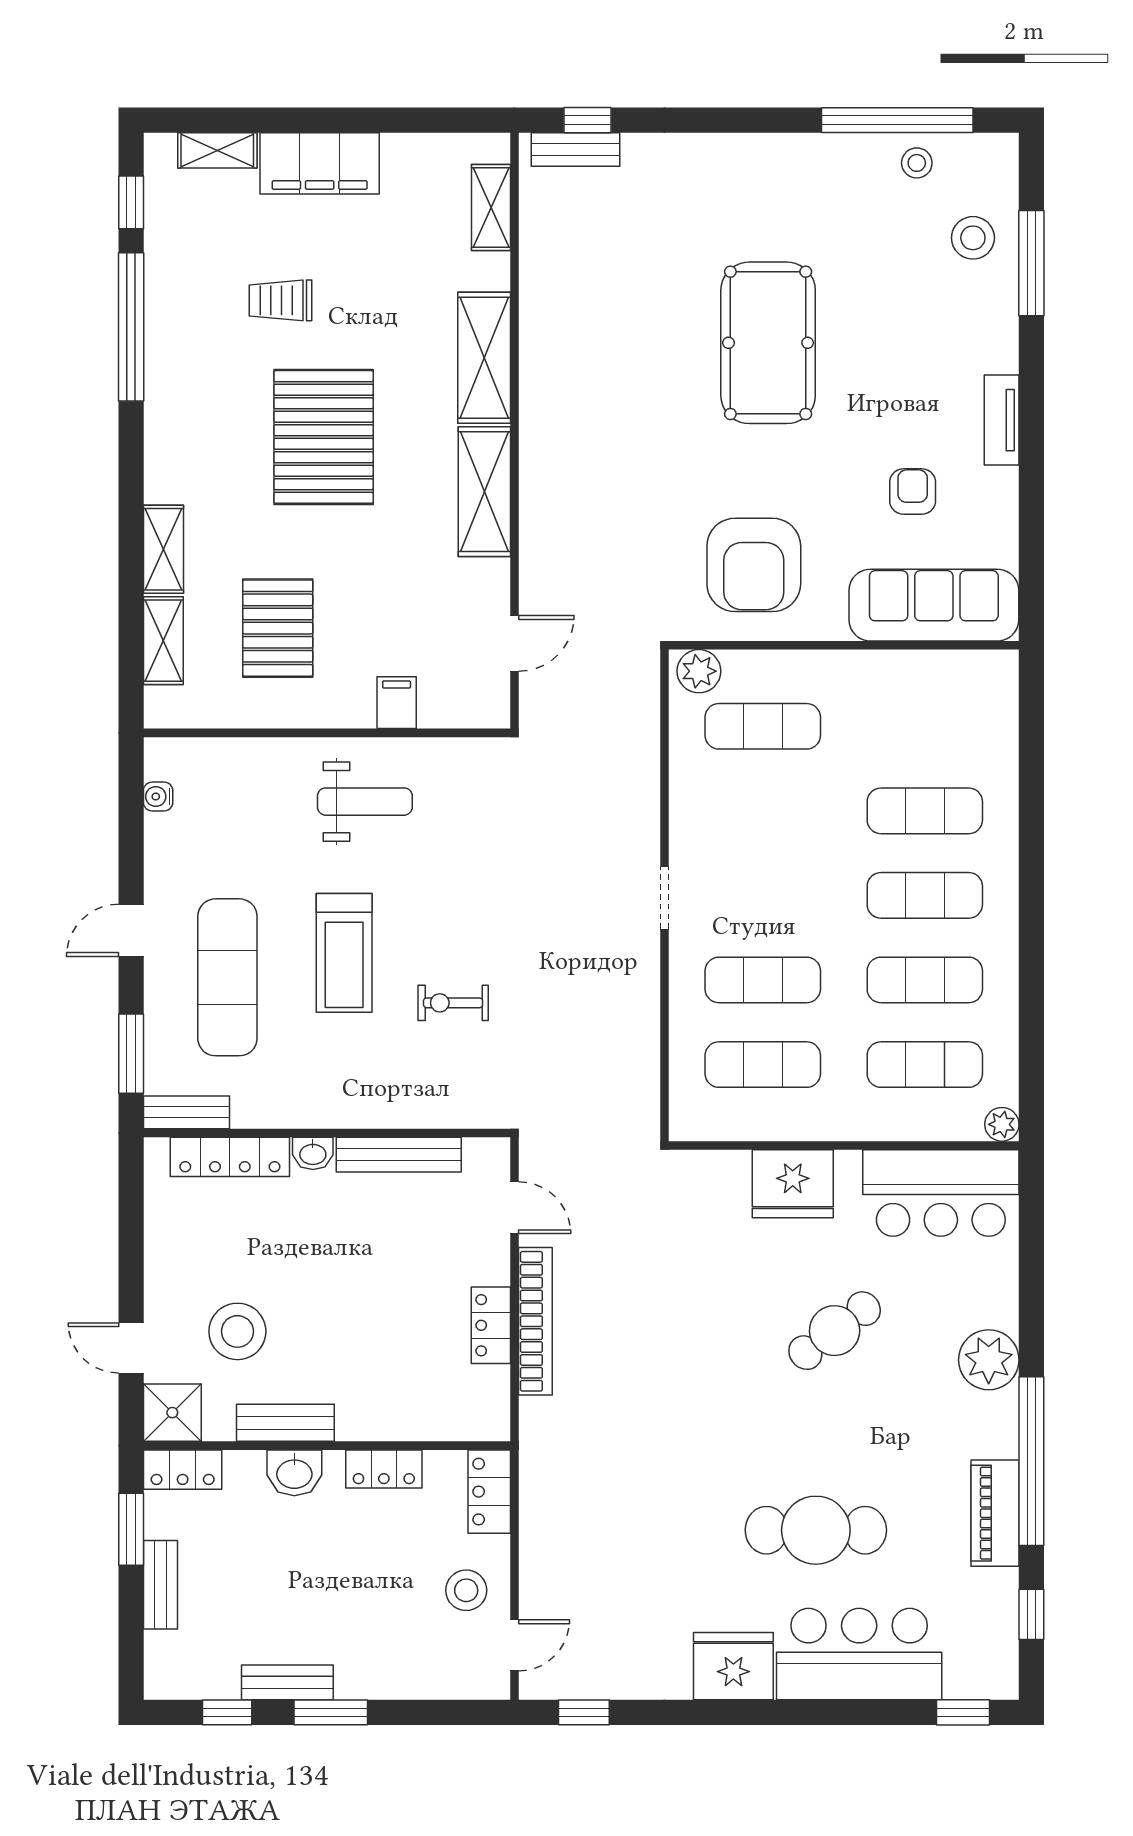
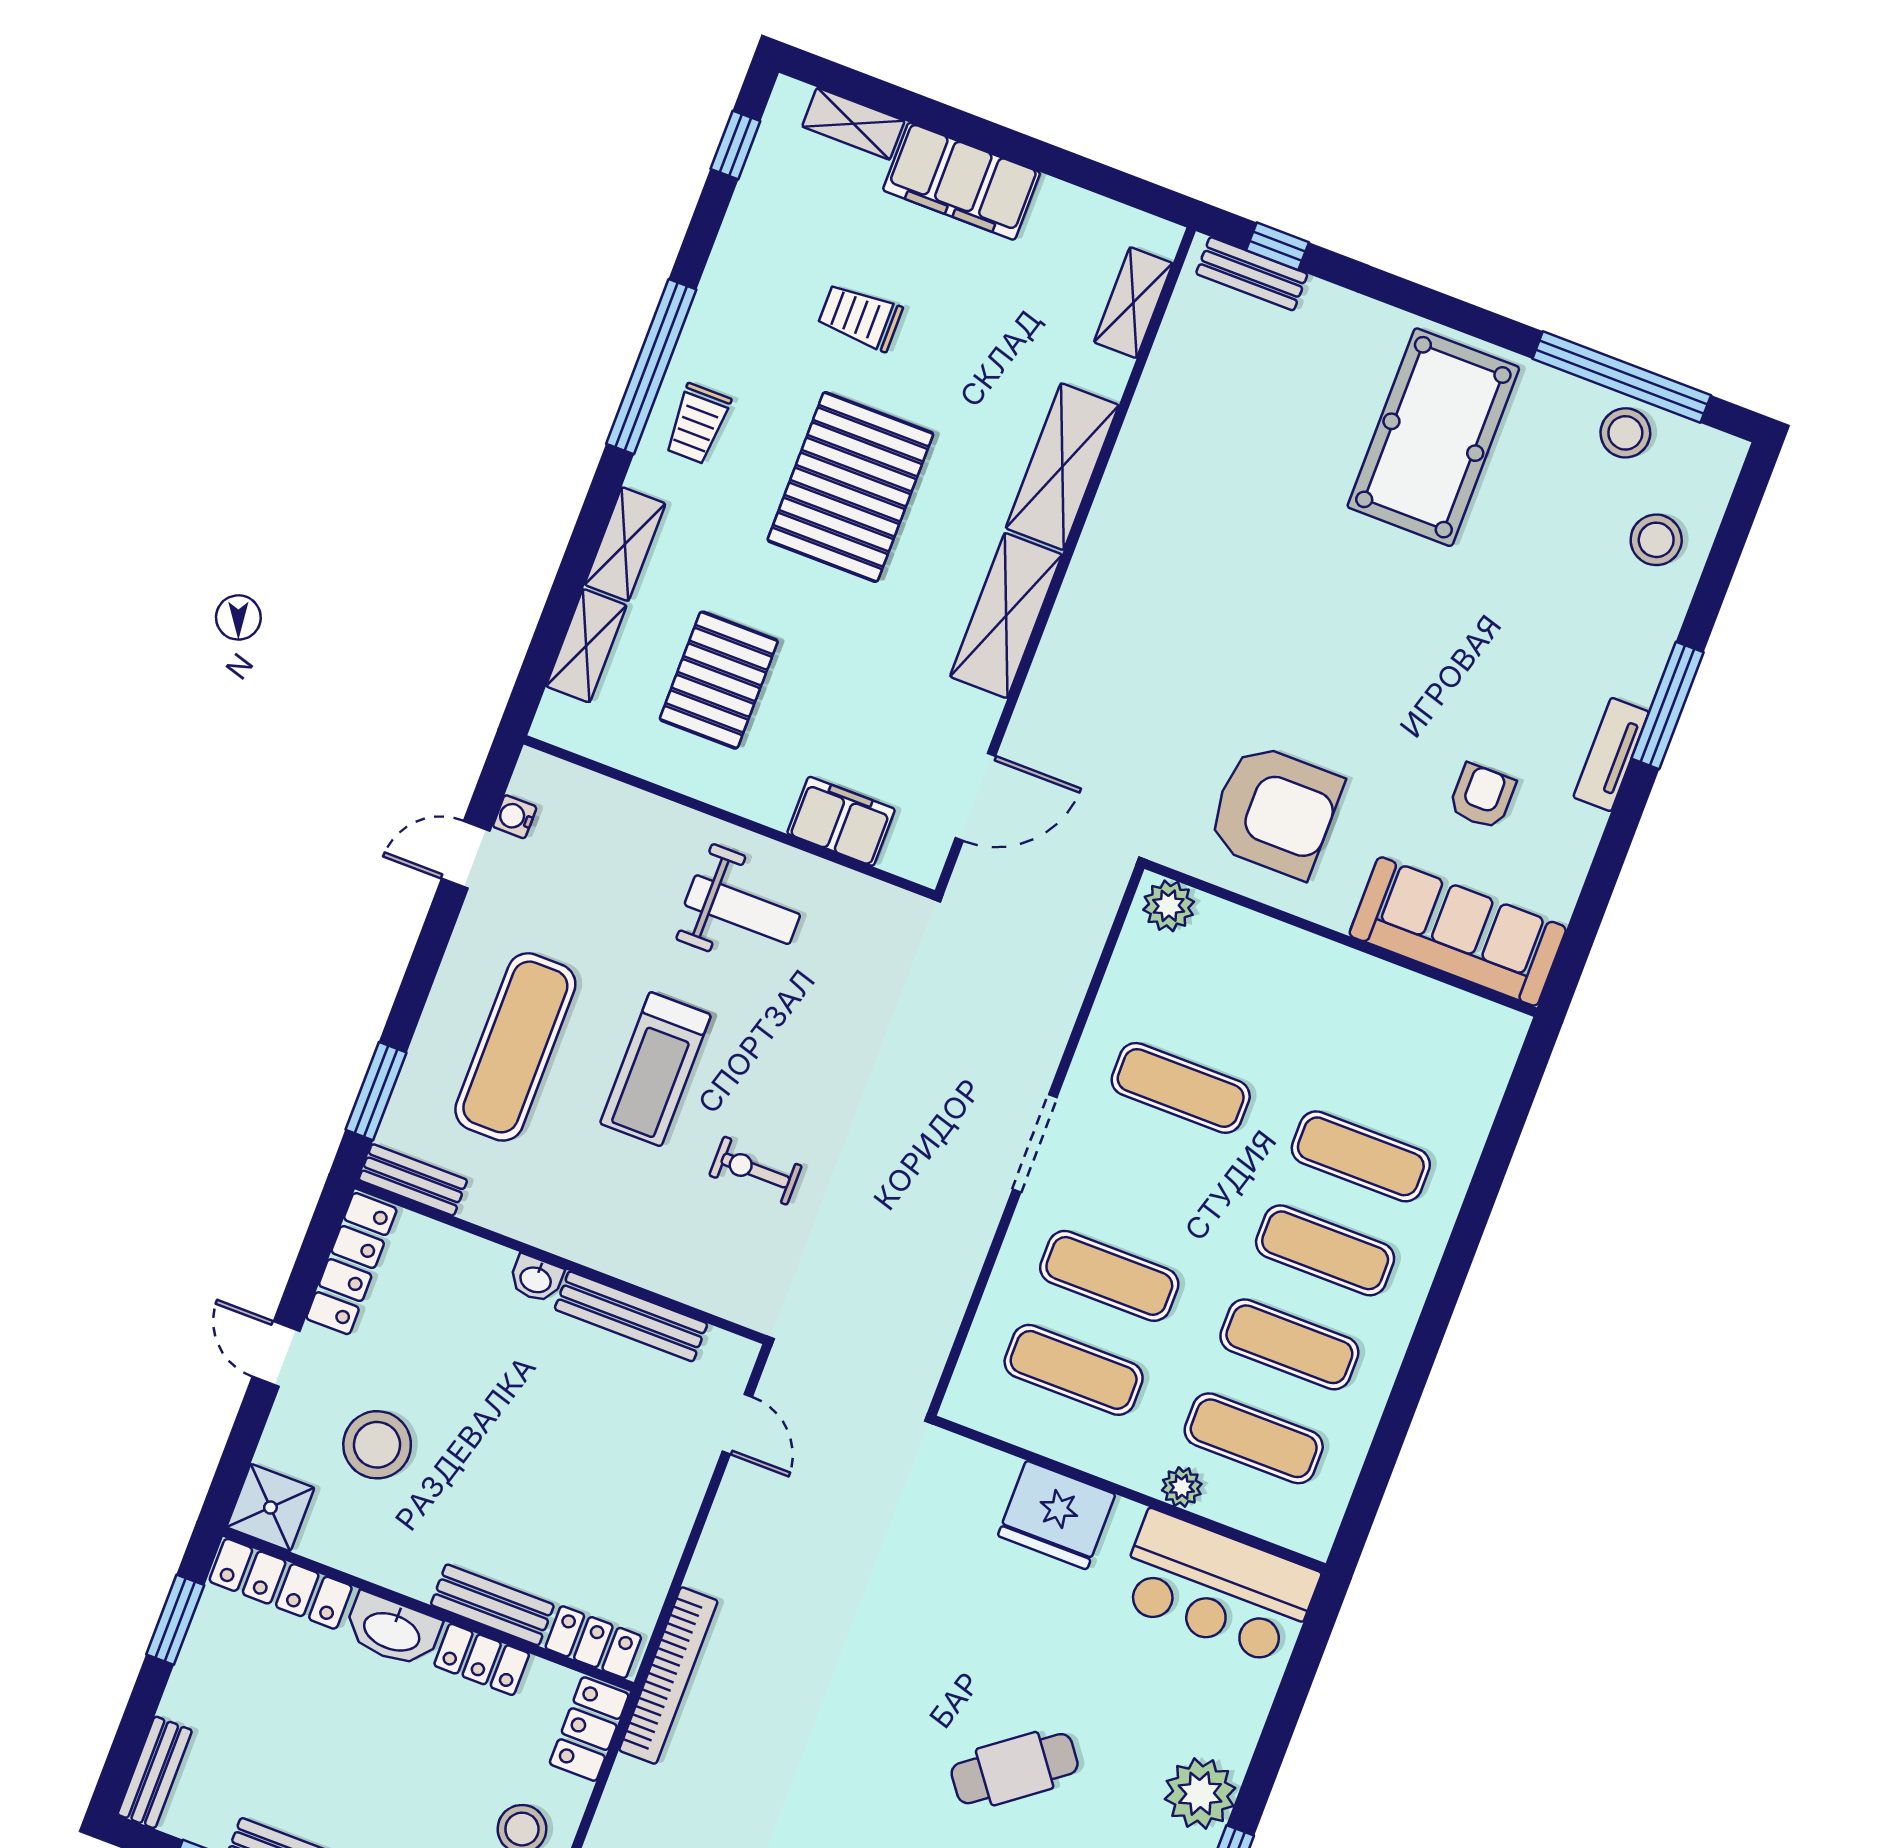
stool: (917, 163) -> (1625, 433), width x1.37, depth x1.37
window: (1031, 263) -> (1668, 705), moved
window: (131, 327) -> (651, 367), moved
pool table: (768, 343) -> (1433, 437), moved
trolley: (184, 433) -> (697, 424), added
armchair: (754, 565) -> (1275, 811), turned -90
door: (514, 643) -> (975, 797), width x1.38
filing cabinet: (397, 703) -> (841, 821), width x2.00
exercise mat: (763, 726) -> (1181, 1088), moved
doorway: (665, 898) -> (1035, 1143), width x1.38
door: (131, 930) -> (466, 855), moved
plant: (1002, 1124) -> (1182, 1487), moved
locker: (230, 1157) -> (351, 1264), moved, turned -90
bookcase: (535, 1321) -> (668, 1676), moved
locker: (491, 1325) -> (593, 1642), moved, turned 90
cafe table: (835, 1331) -> (1015, 1769), moved
door: (131, 1348) -> (276, 1354), moved
bench: (285, 1423) -> (492, 1605), moved
locker: (183, 1470) -> (281, 1584), width x1.53
washbasin: (294, 1473) -> (392, 1630), width x1.38
bench: (160, 1585) -> (155, 1772), moved

